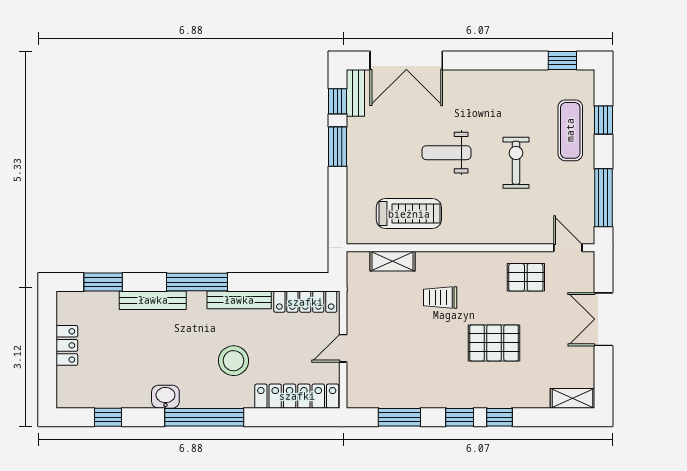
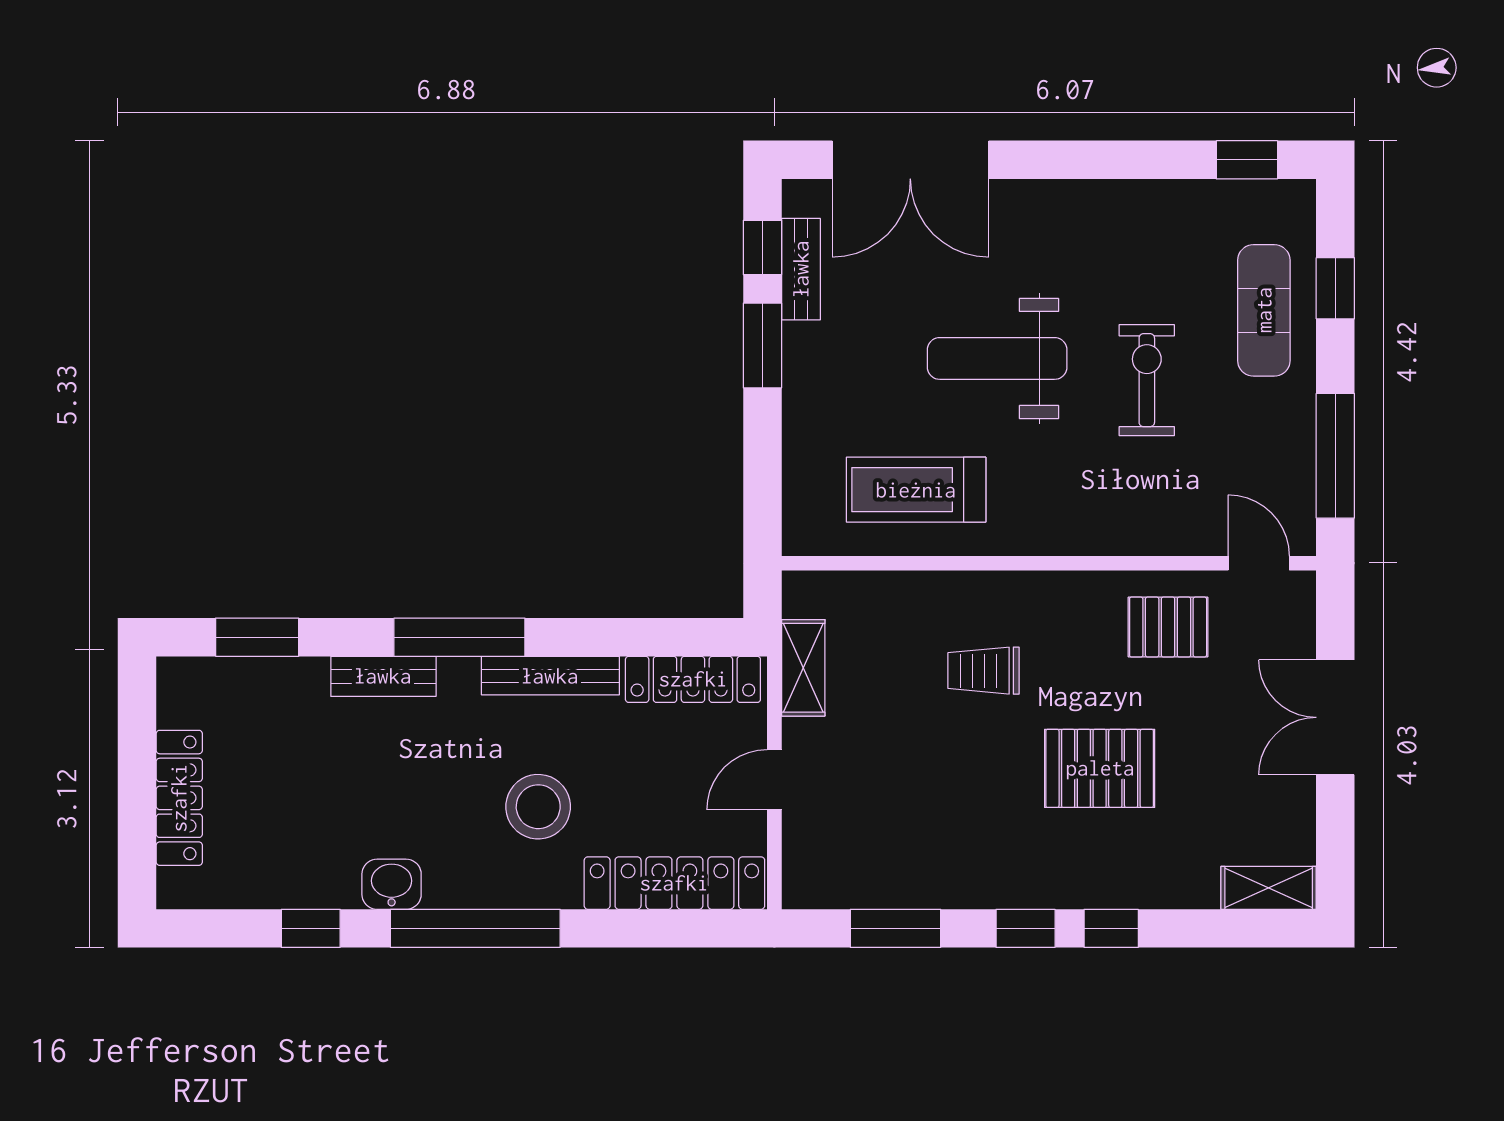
bench: (355, 93) -> (801, 269), moved
weight bench: (446, 153) -> (997, 358), width x1.36, depth x1.33
treadmill: (409, 214) -> (916, 490), turned 180
shelving: (392, 261) -> (803, 668), moved, turned 90
bench: (153, 300) -> (383, 676), width x0.73
locker: (67, 345) -> (179, 798), width x1.53
window: (108, 417) -> (311, 928), moved

